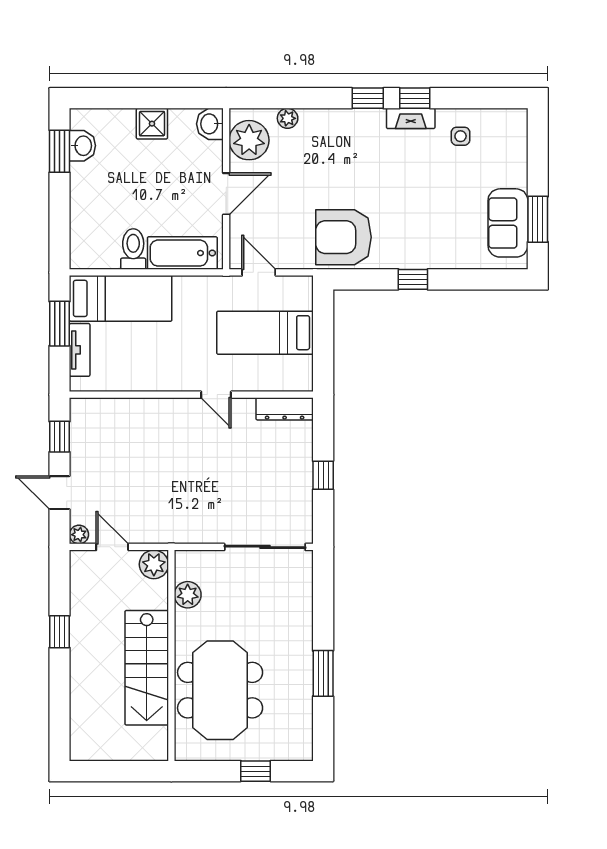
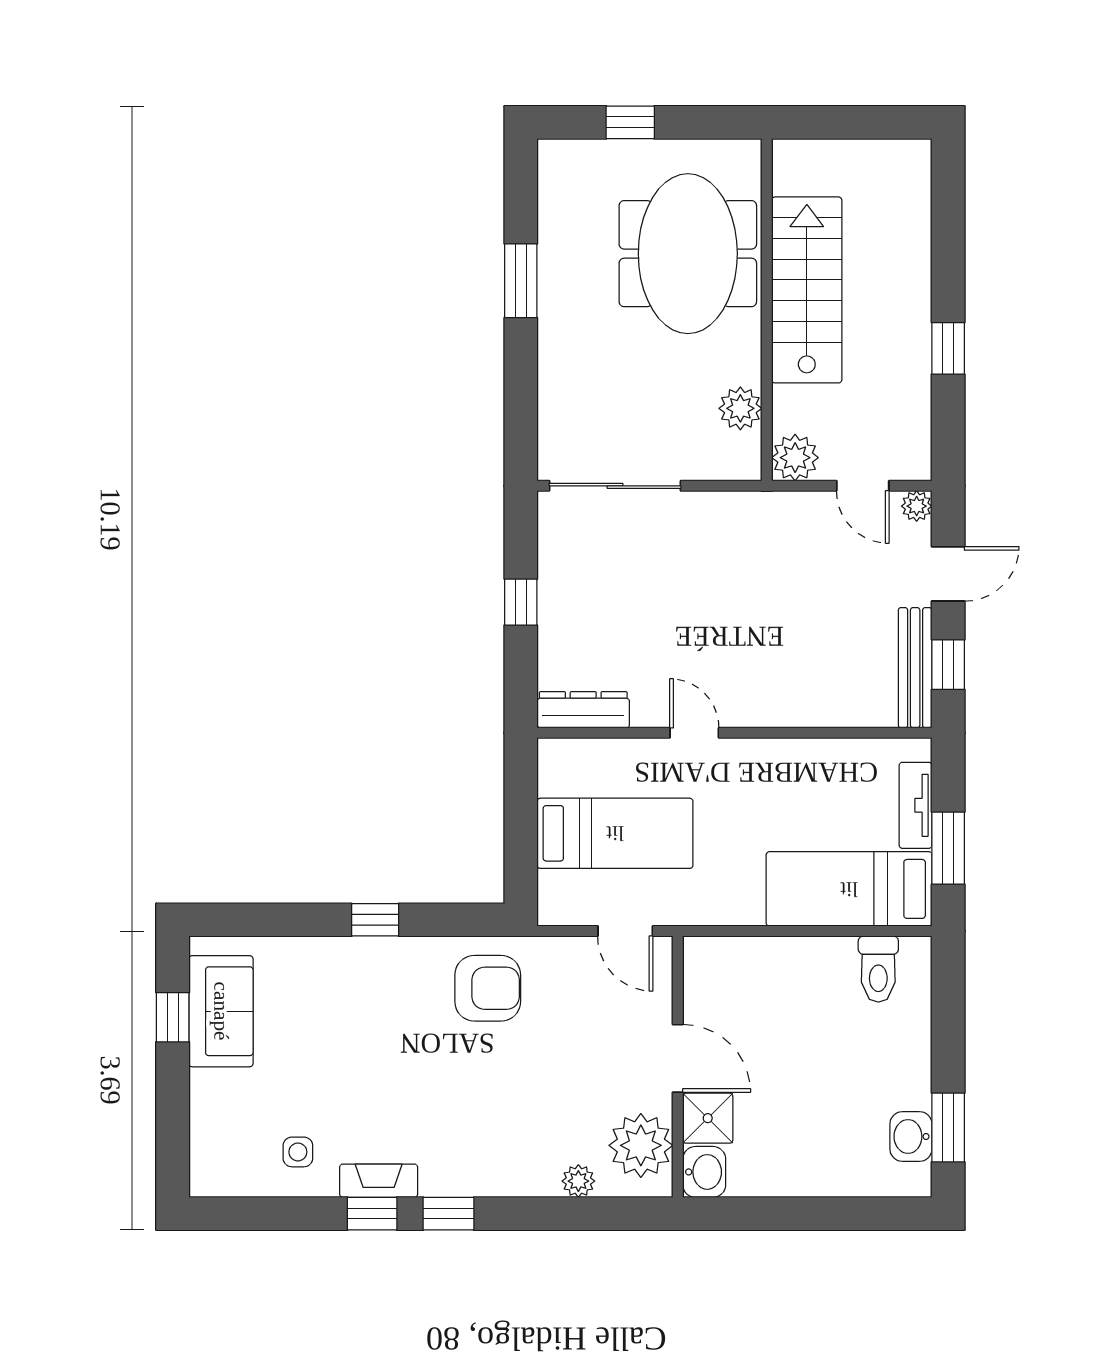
shower: (152, 124) -> (708, 1118), moved
door: (226, 194) -> (678, 1058), swing flipped
window: (538, 219) -> (173, 1017), width x0.67
armchair: (343, 237) -> (488, 988), width x0.73, depth x0.73
toilet: (133, 249) -> (878, 969), moved
bathtub: (182, 253) -> (749, 963), removed
bench: (80, 435) -> (915, 668), added
door: (60, 493) -> (948, 574), hinge flipped

